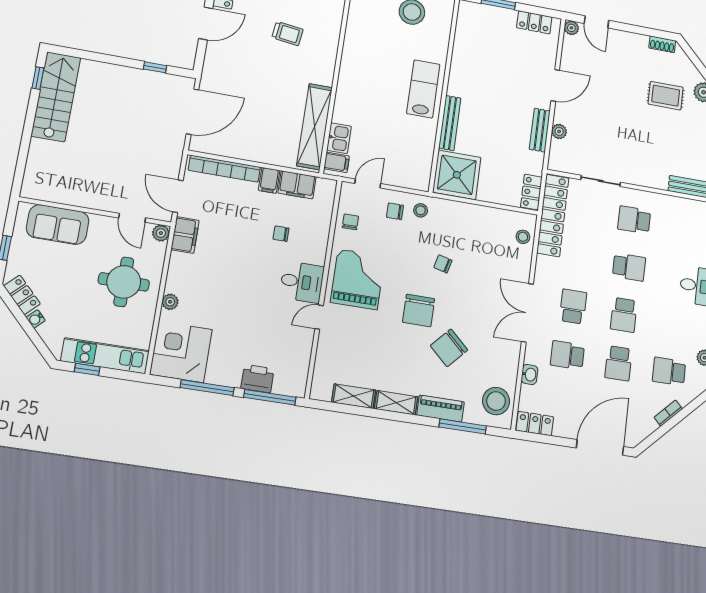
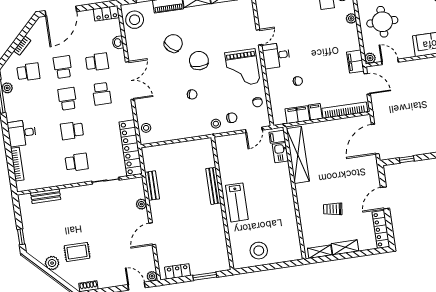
bench: (540, 130) -> (152, 186), moved
shower: (457, 175) -> (199, 154), removed
locker: (531, 192) -> (149, 158), removed

